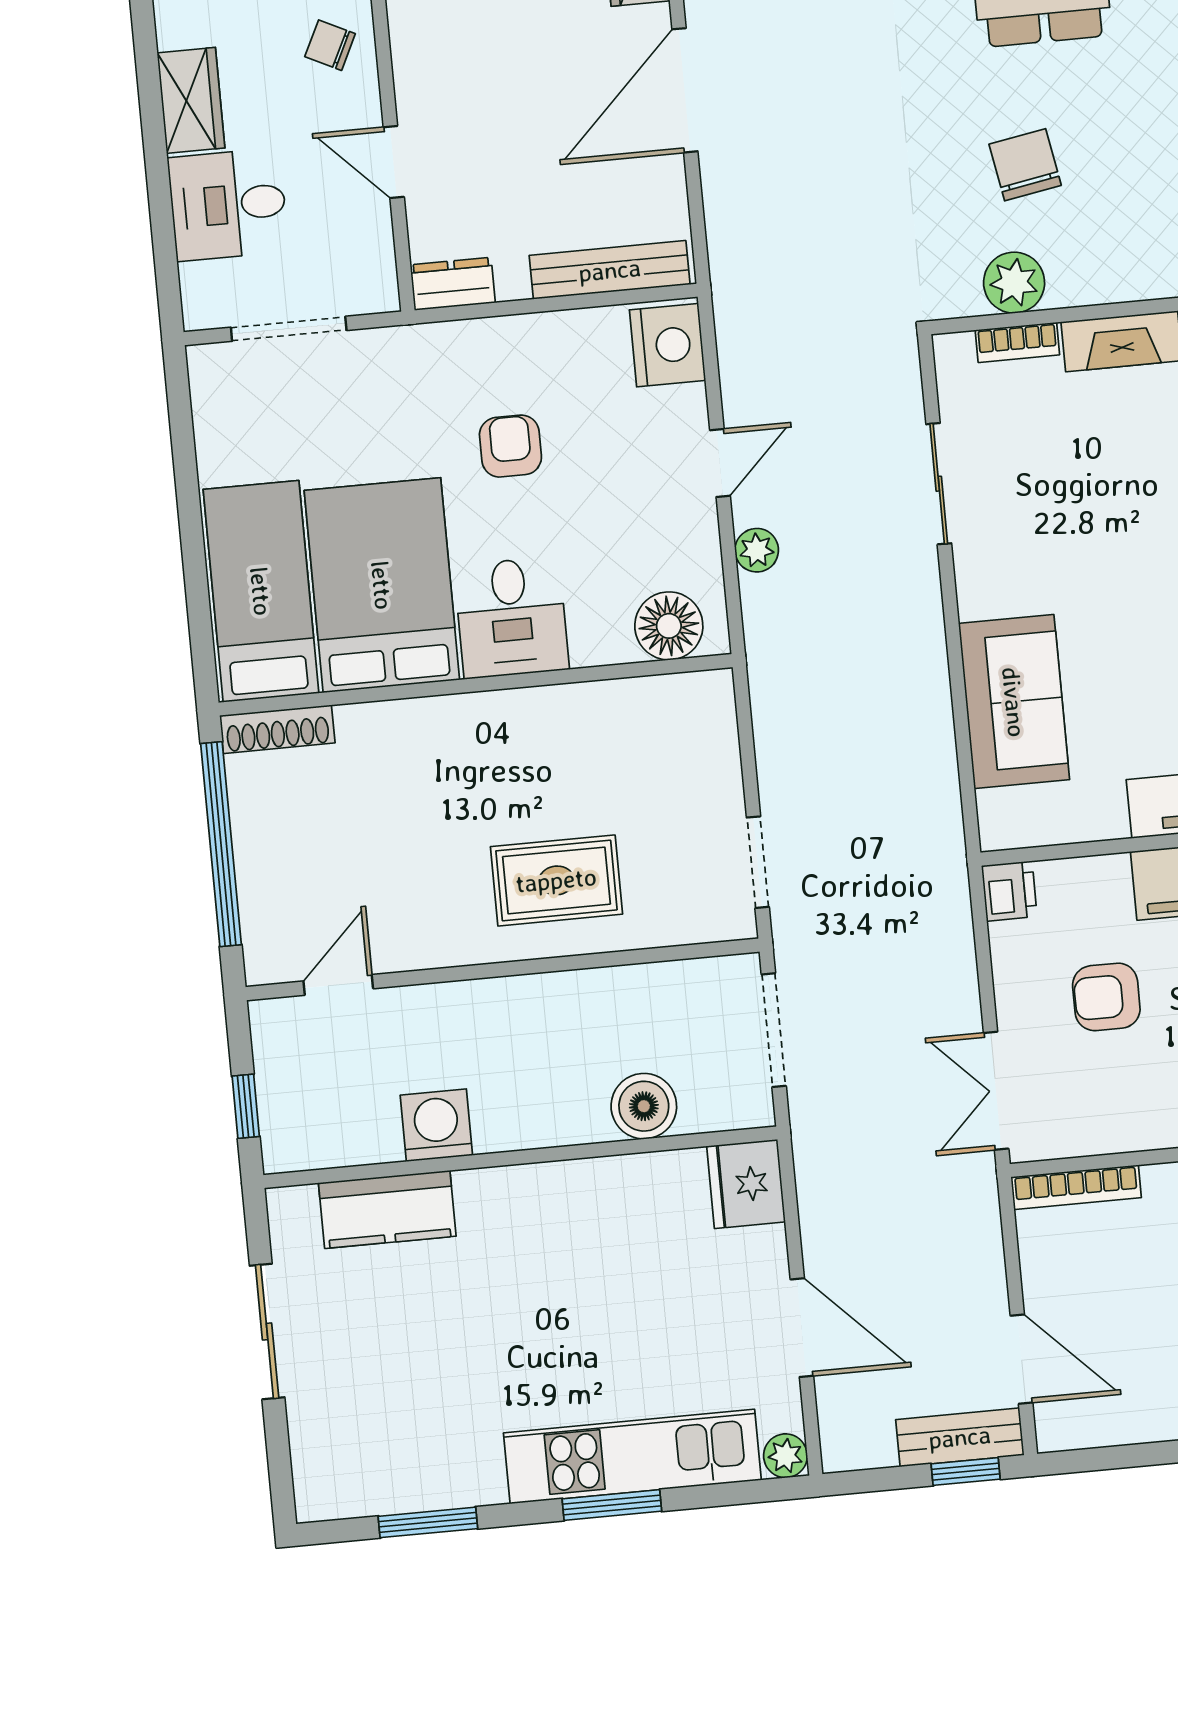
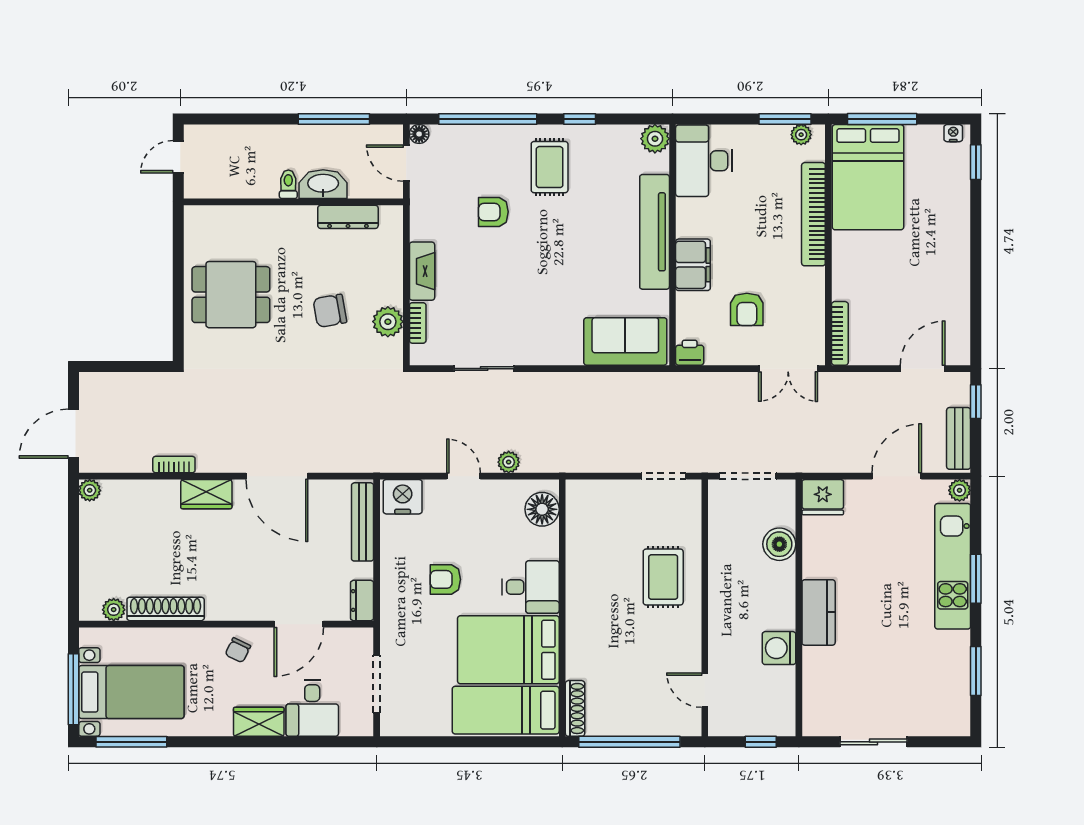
door: (394, 162) -> (299, 624), width x1.38
sofa: (1014, 702) -> (625, 341), moved
kitchen counter: (387, 1210) -> (819, 612), moved
bench: (960, 1437) -> (959, 438), moved

